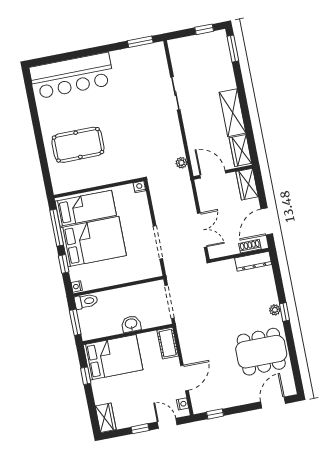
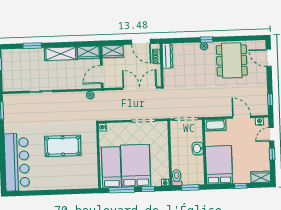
window: (233, 49) -> (32, 46), moved
pool table: (78, 145) -> (63, 146), moved, turned 90
double door: (202, 230) -> (140, 88), width x1.37
window: (86, 376) -> (241, 186), moved

